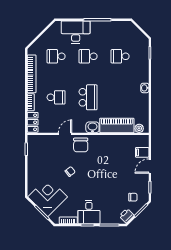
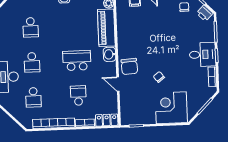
chair: (81, 145) -> (129, 66), turned 86
corner desk: (48, 197) -> (171, 108), moved, turned 45

